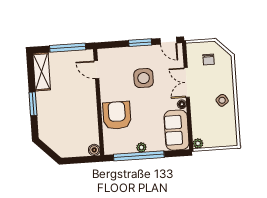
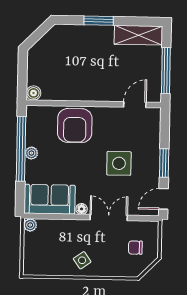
armchair: (117, 115) -> (75, 126), turned 90

